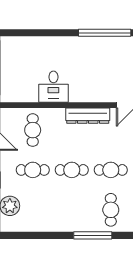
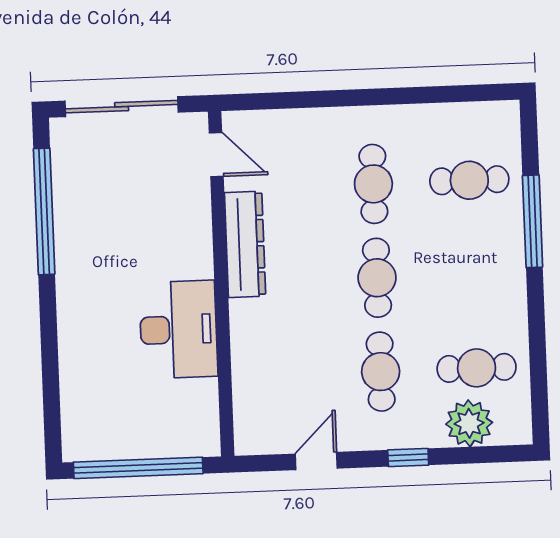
desk: (53, 87) -> (178, 329), width x1.37
cafe table: (33, 130) -> (477, 368), moved

